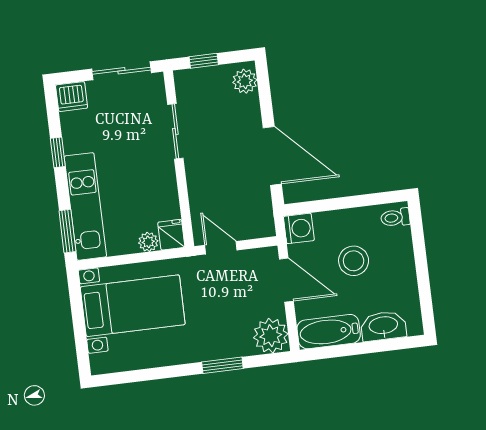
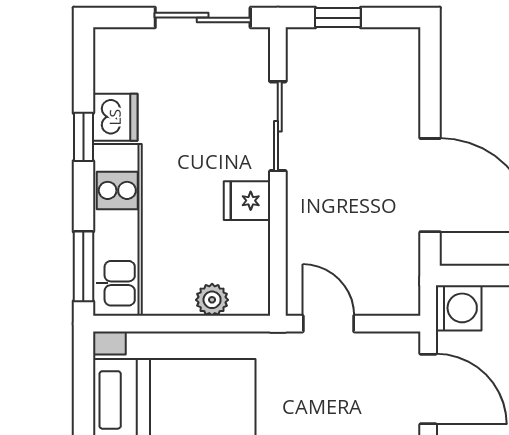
plant: (245, 81) -> (400, 59), removed
dishwasher: (72, 97) -> (115, 117), moved, turned -90
fridge: (171, 235) -> (247, 201), moved, turned -90

